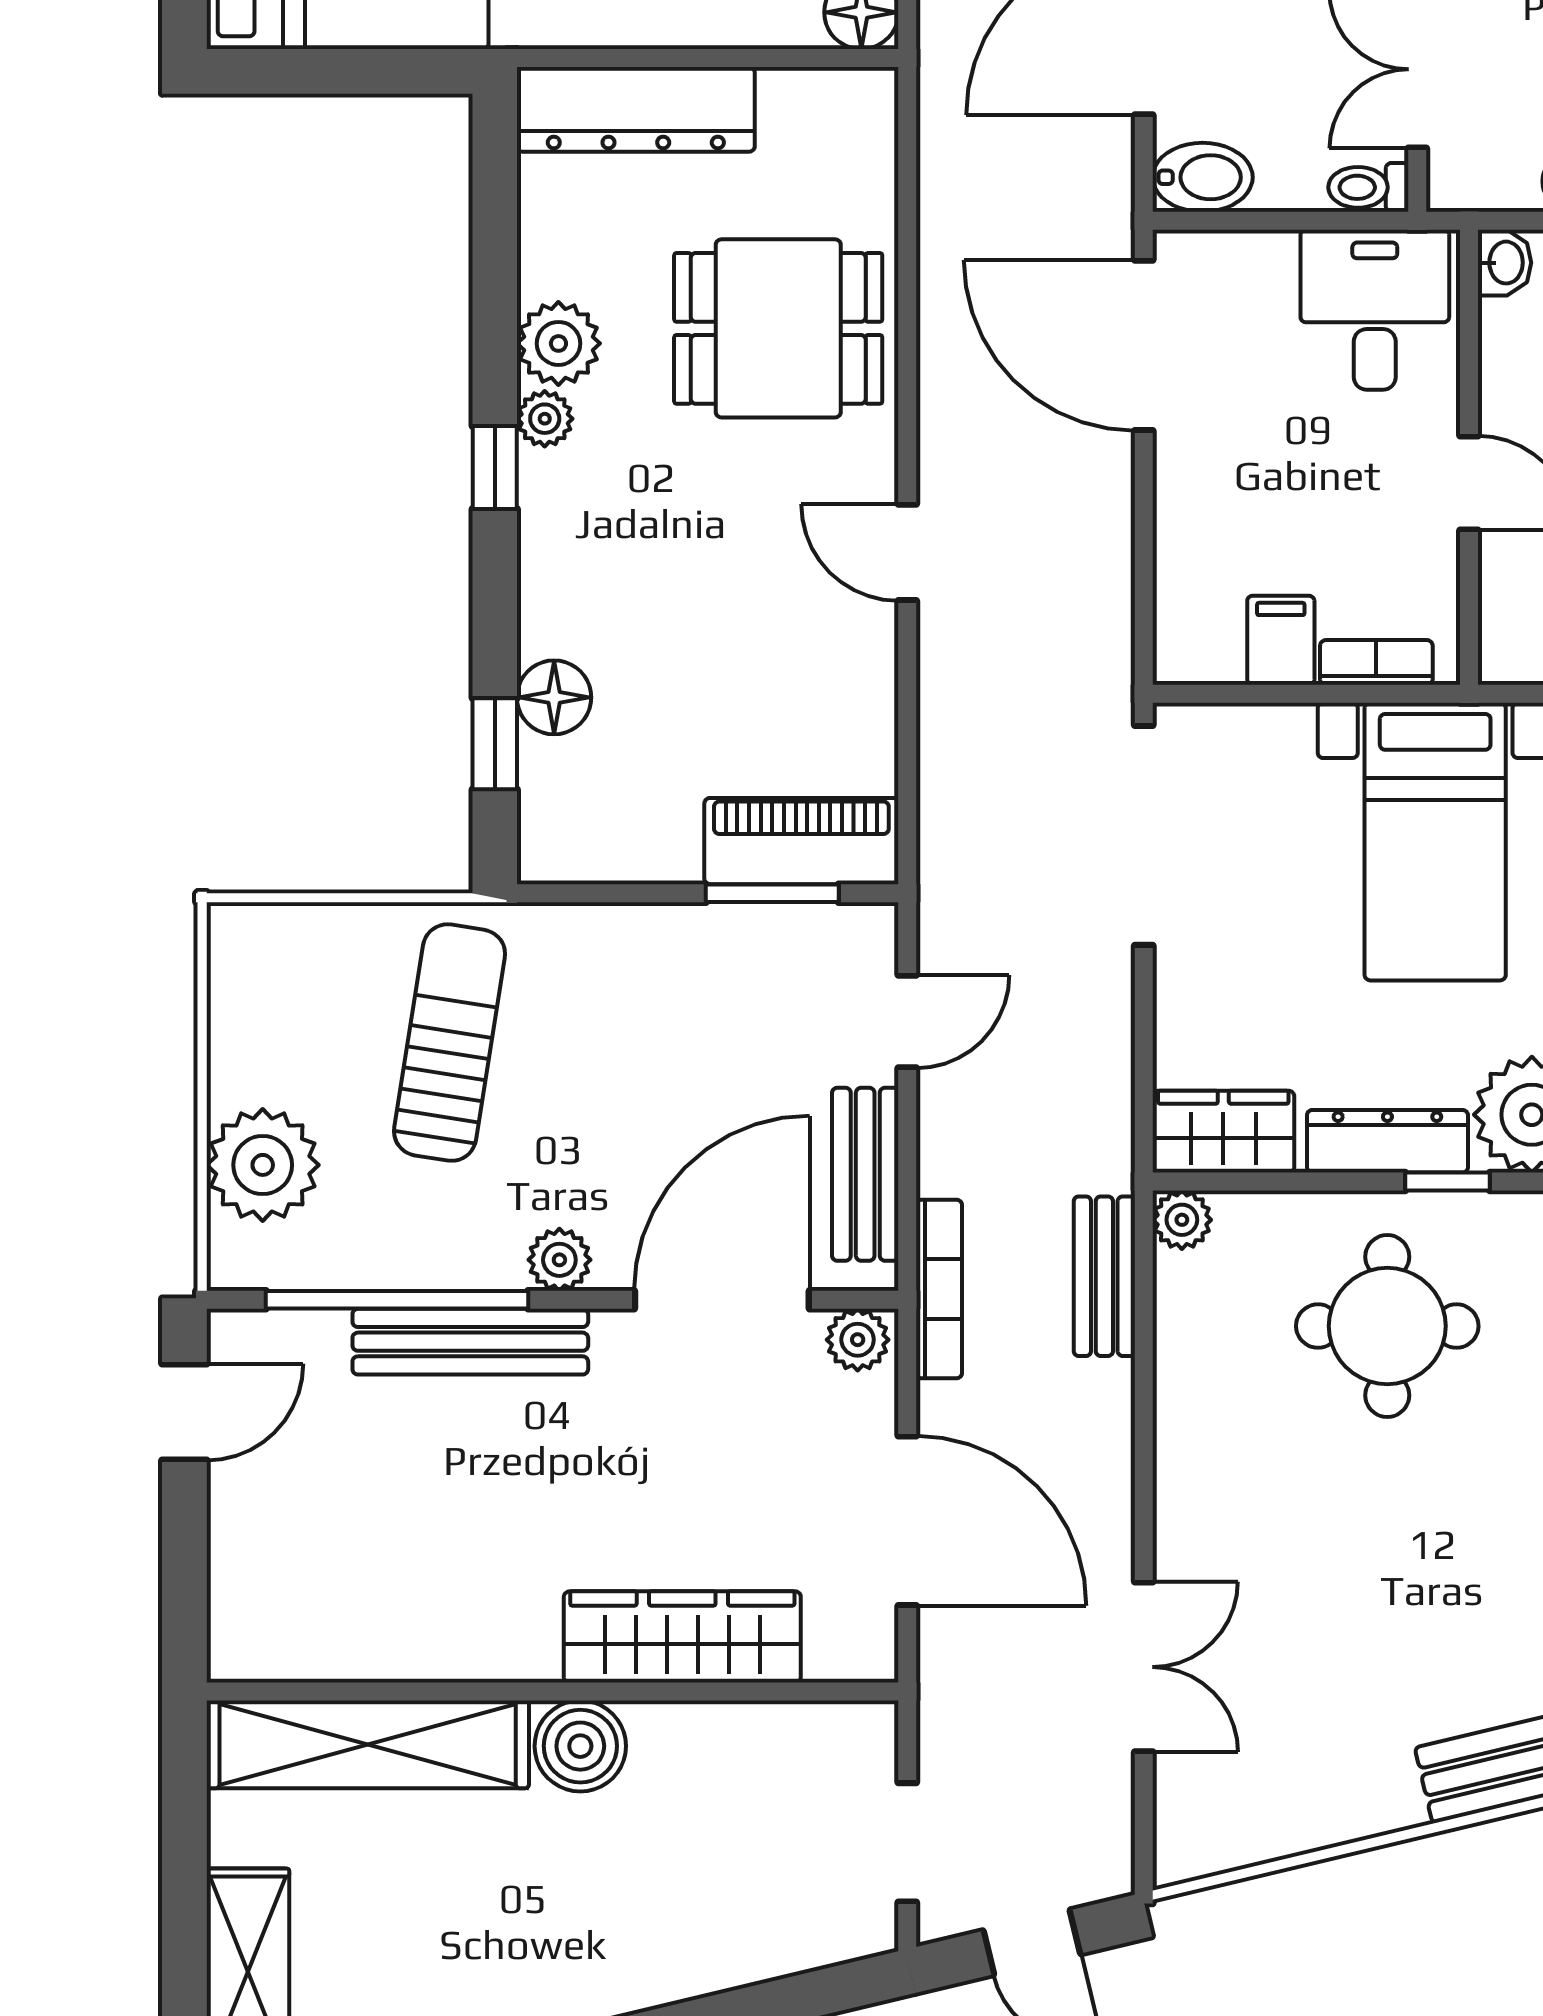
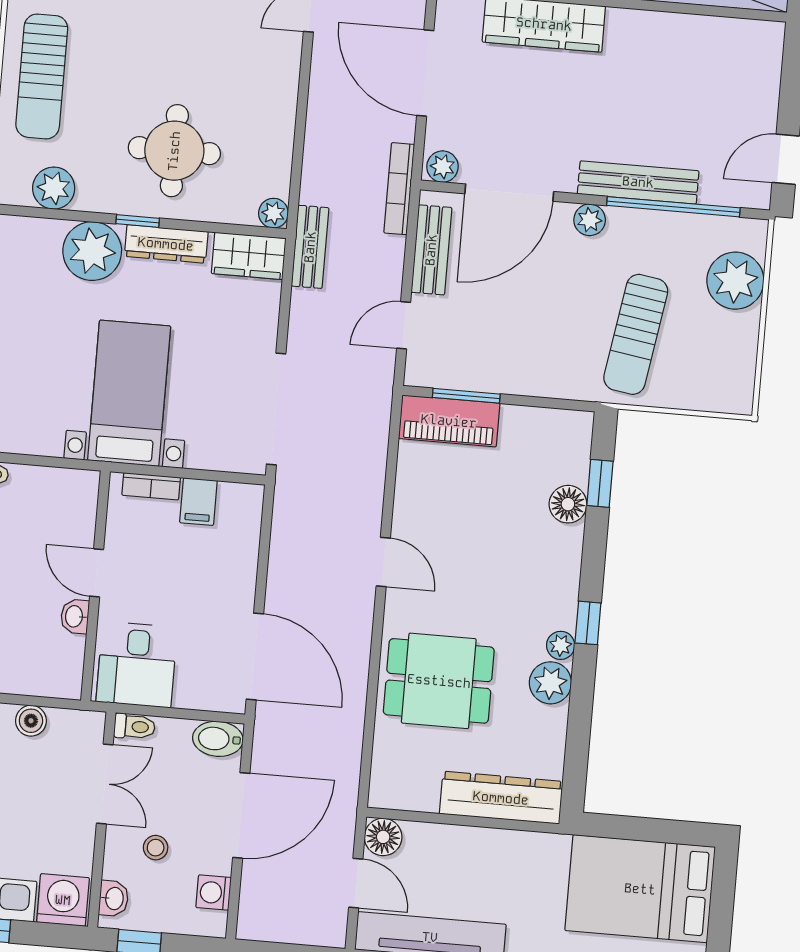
washbasin: (1504, 263) -> (75, 616), moved
bench: (1104, 1276) -> (310, 247), moved

